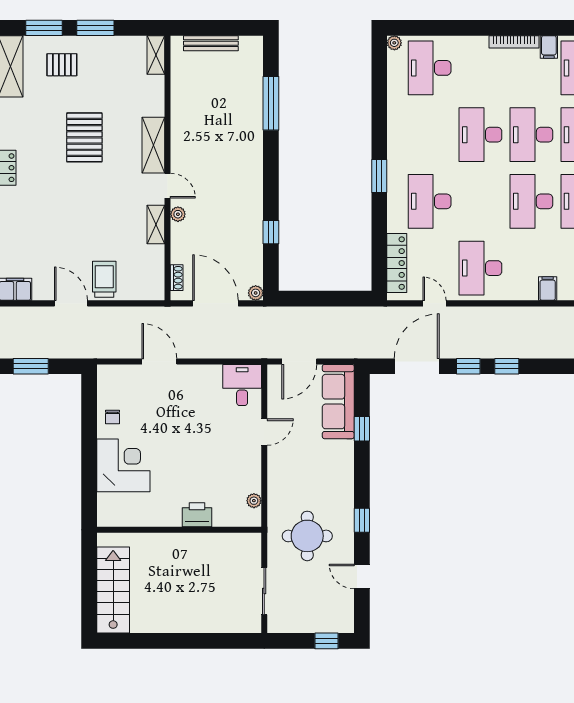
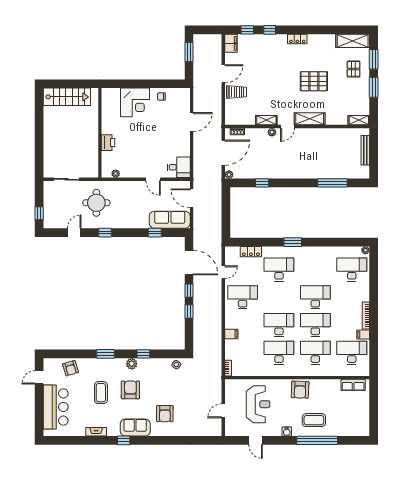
locker: (397, 263) -> (251, 252), width x0.66

